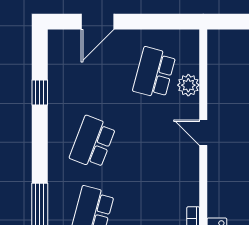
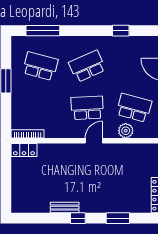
school desk: (93, 142) -> (87, 66), turned -45
school desk: (154, 142) -> (87, 108), added

